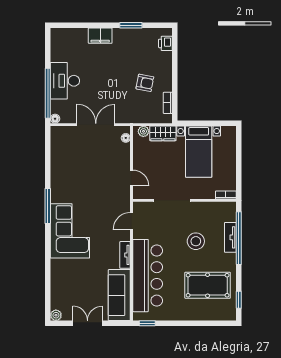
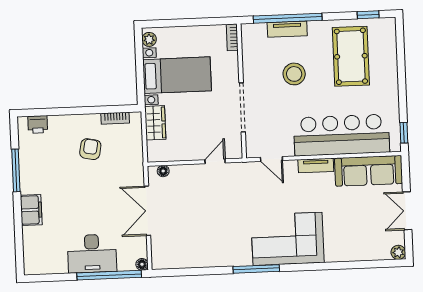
window: (131, 25) -> (16, 170), width x1.44
plant: (143, 131) -> (149, 39), moved

